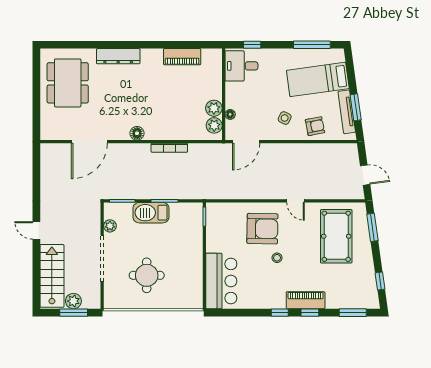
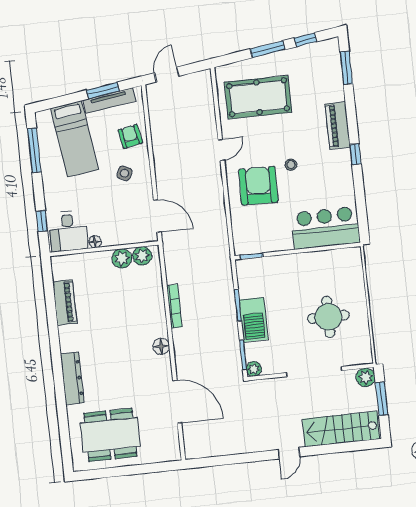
floor lamp: (230, 114) -> (95, 242), moved
door: (365, 175) -> (167, 75), moved
plant: (110, 226) -> (254, 369), moved
window: (372, 227) -> (267, 49), moved
plant: (73, 301) -> (366, 377), moved
window: (310, 313) -> (352, 119), removed

